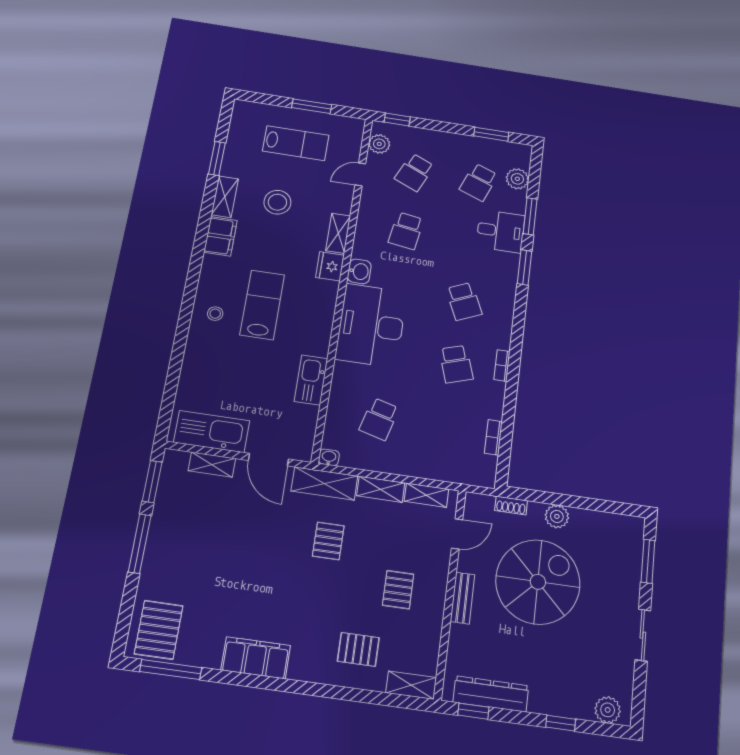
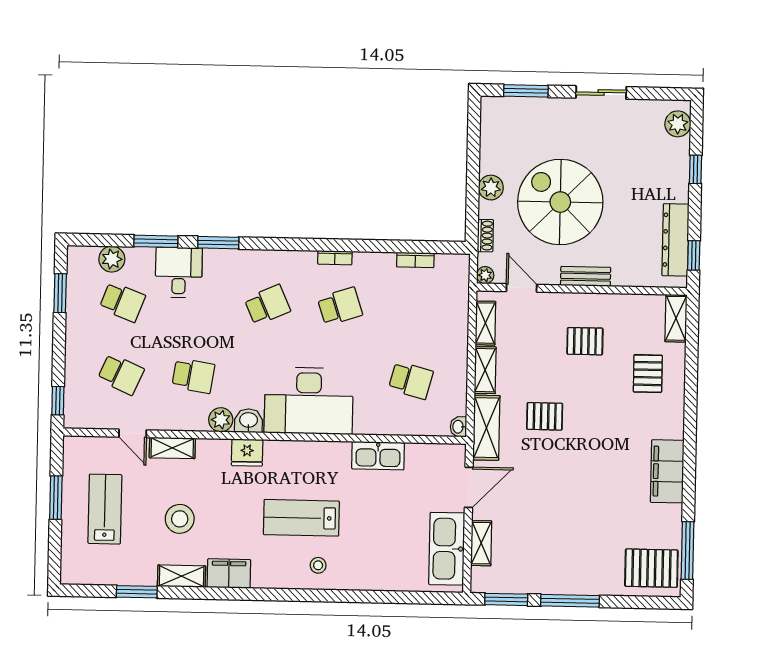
plant: (379, 144) -> (221, 420), moved
shelving: (338, 233) -> (172, 448), moved
plant: (473, 501) -> (485, 275), added

